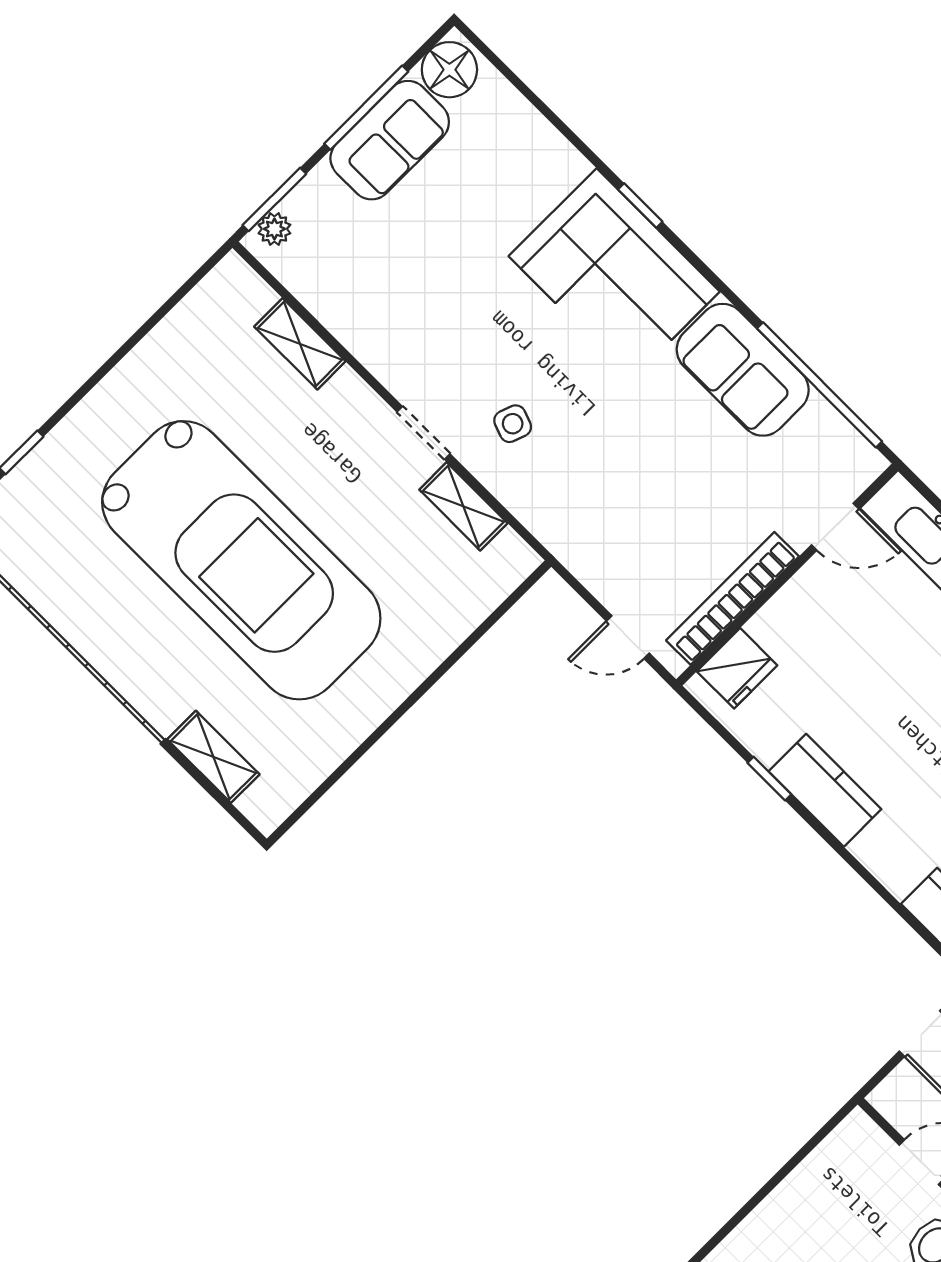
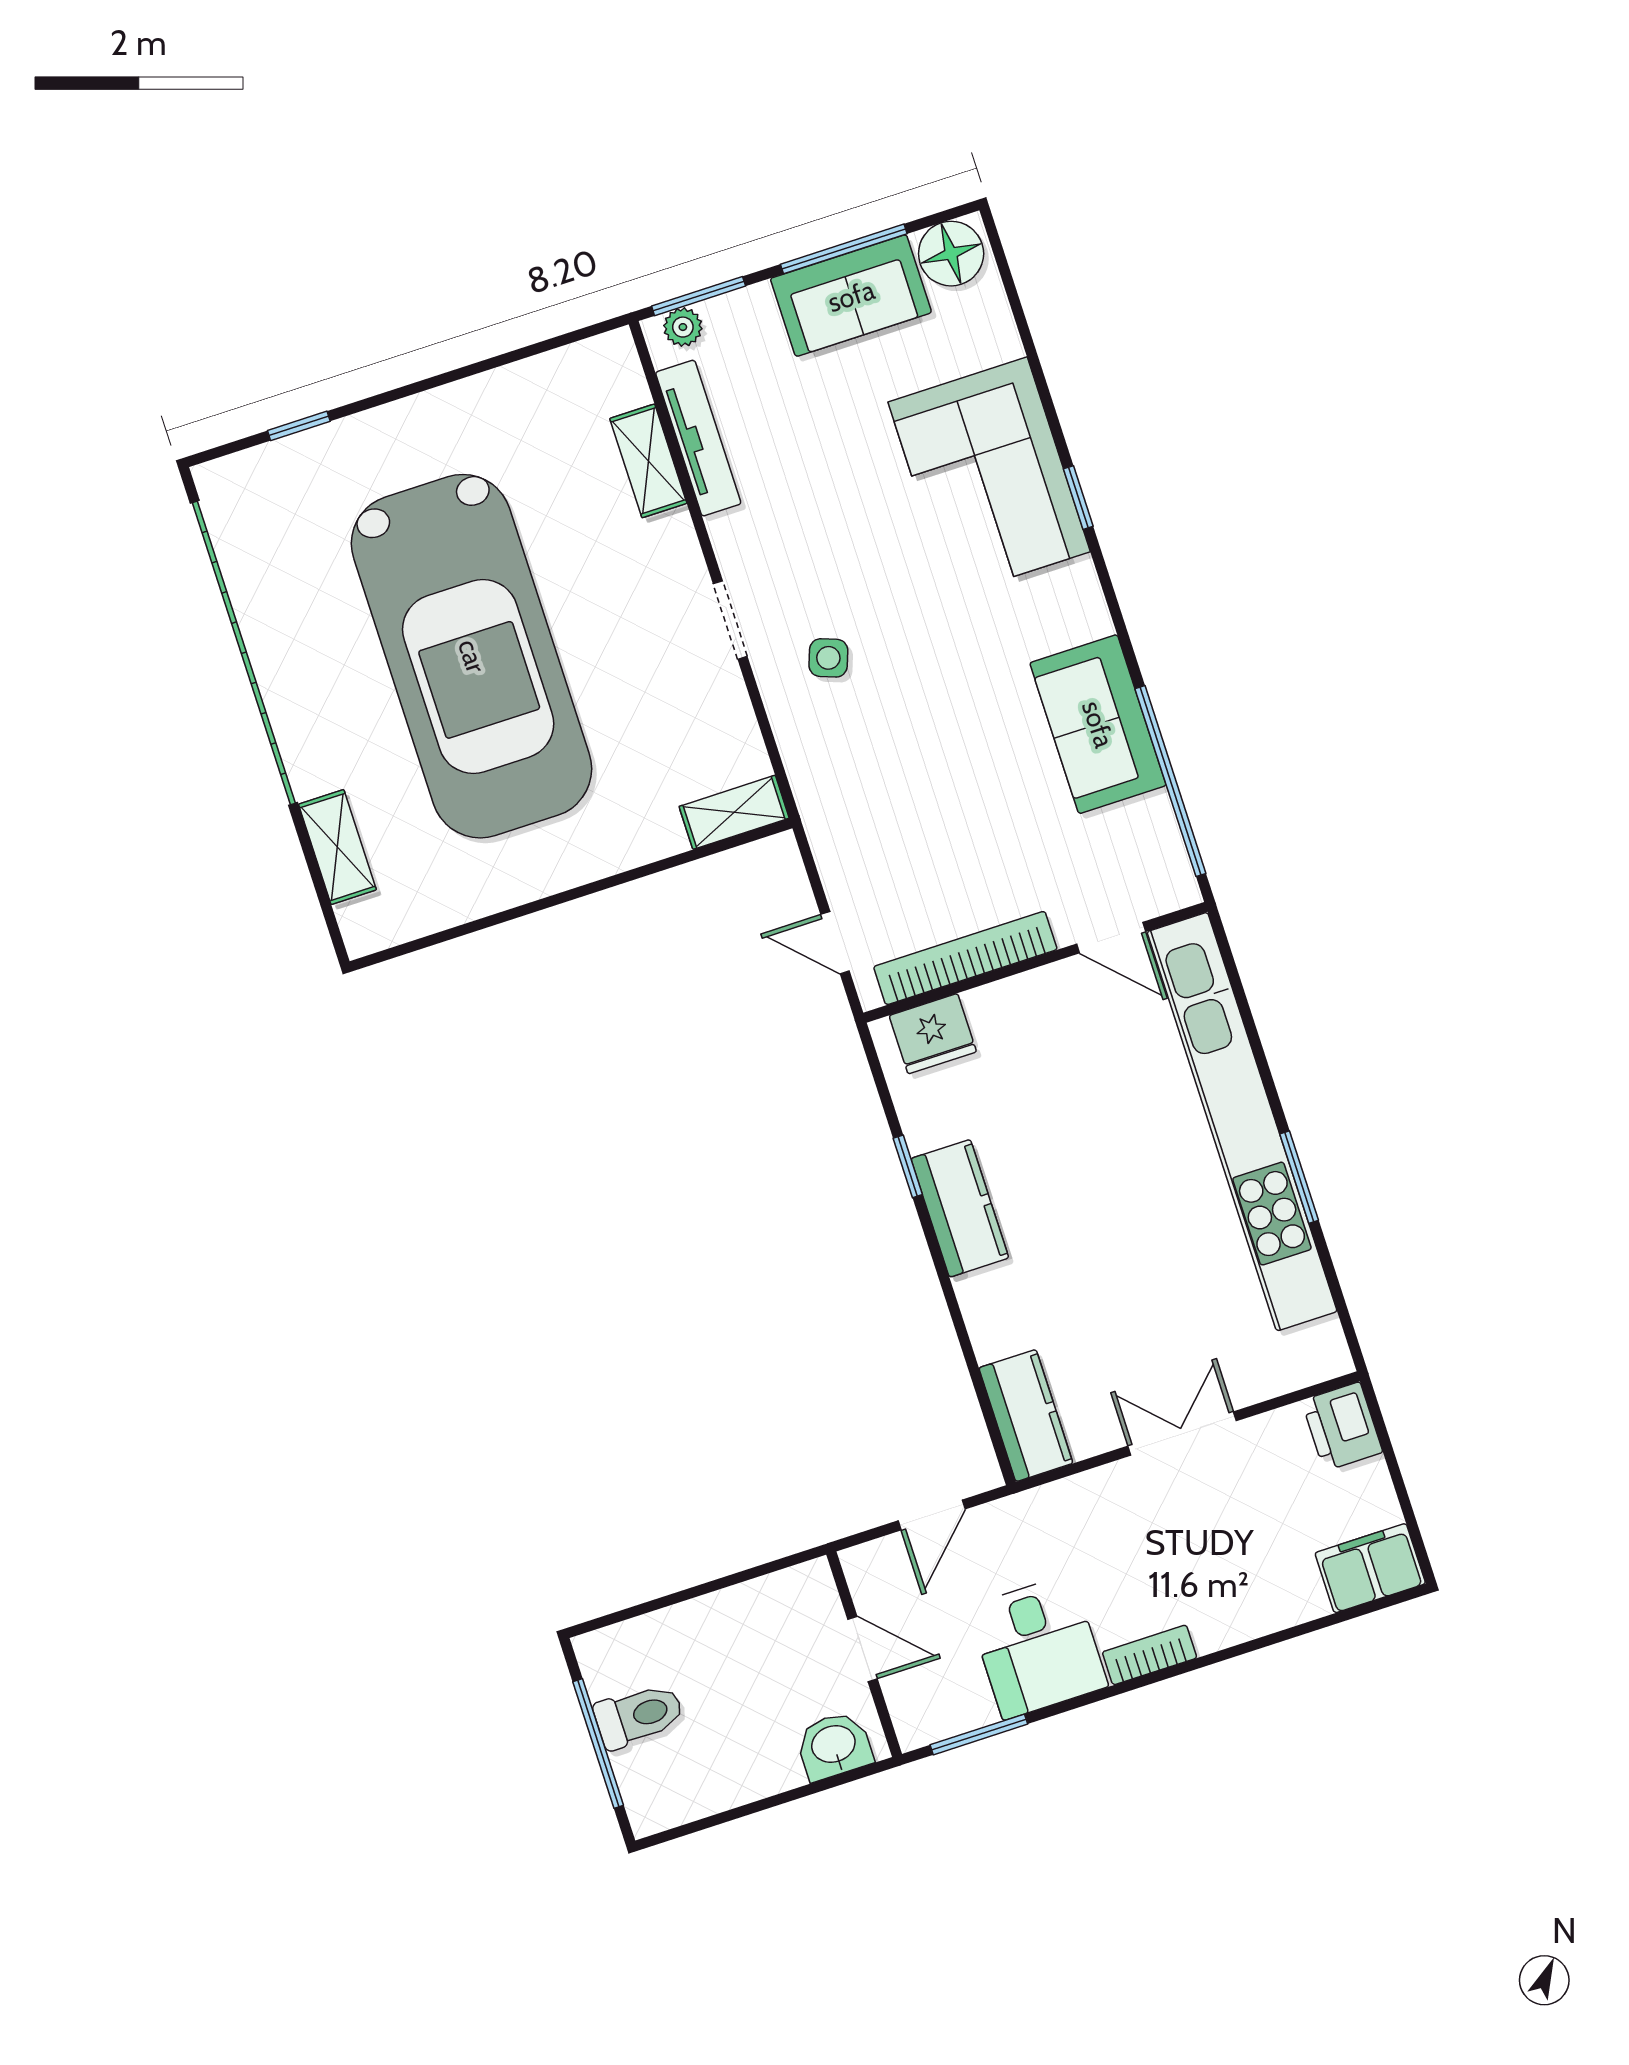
corner sofa: (614, 274) -> (989, 477), moved
tv unit: (329, 307) -> (698, 438), added
shelving: (463, 506) -> (734, 812), moved, turned 90

